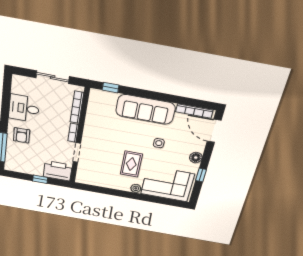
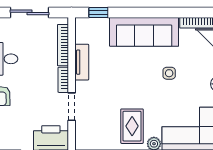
tv unit: (90, 123) -> (82, 62), added
rug: (131, 164) -> (132, 126), moved

